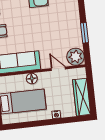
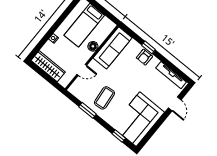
coffee table: (62, 30) -> (104, 98), added
plant: (75, 57) -> (78, 89), removed

